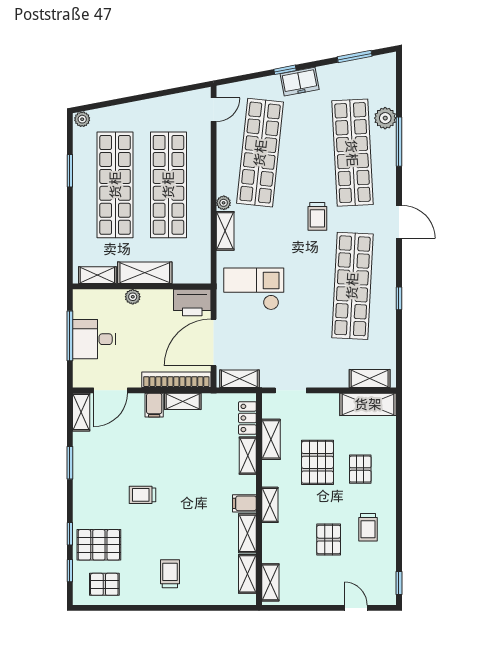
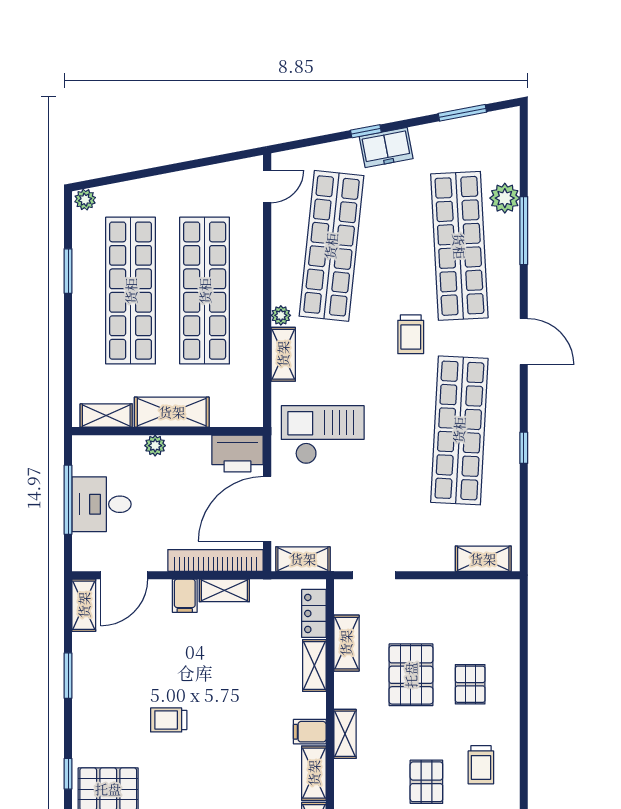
shelving: (368, 404) -> (481, 595), removed

